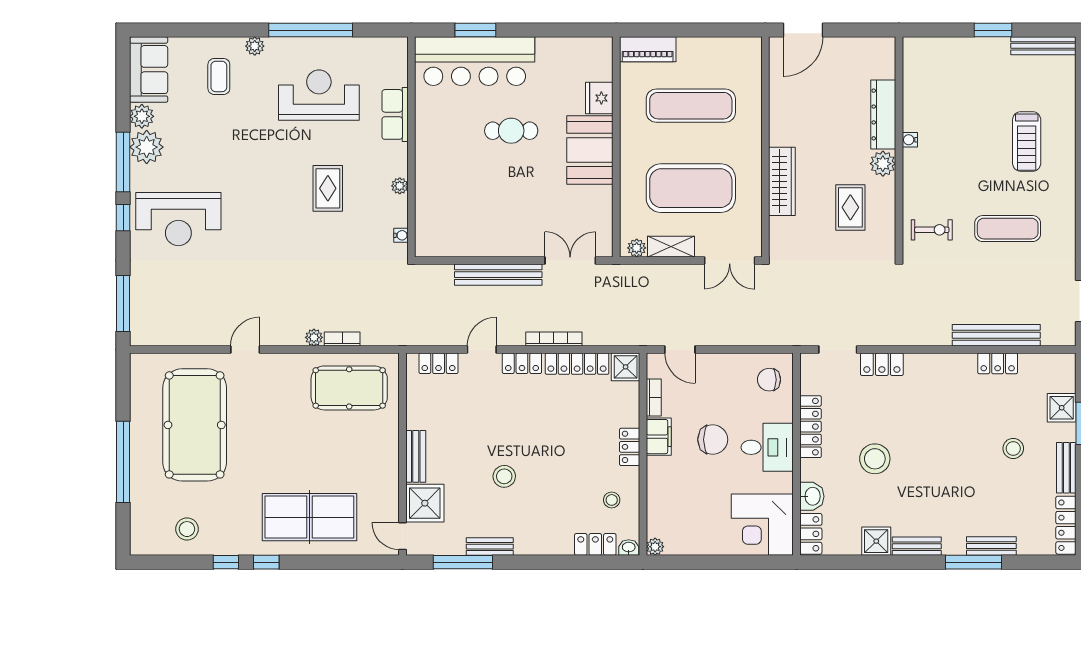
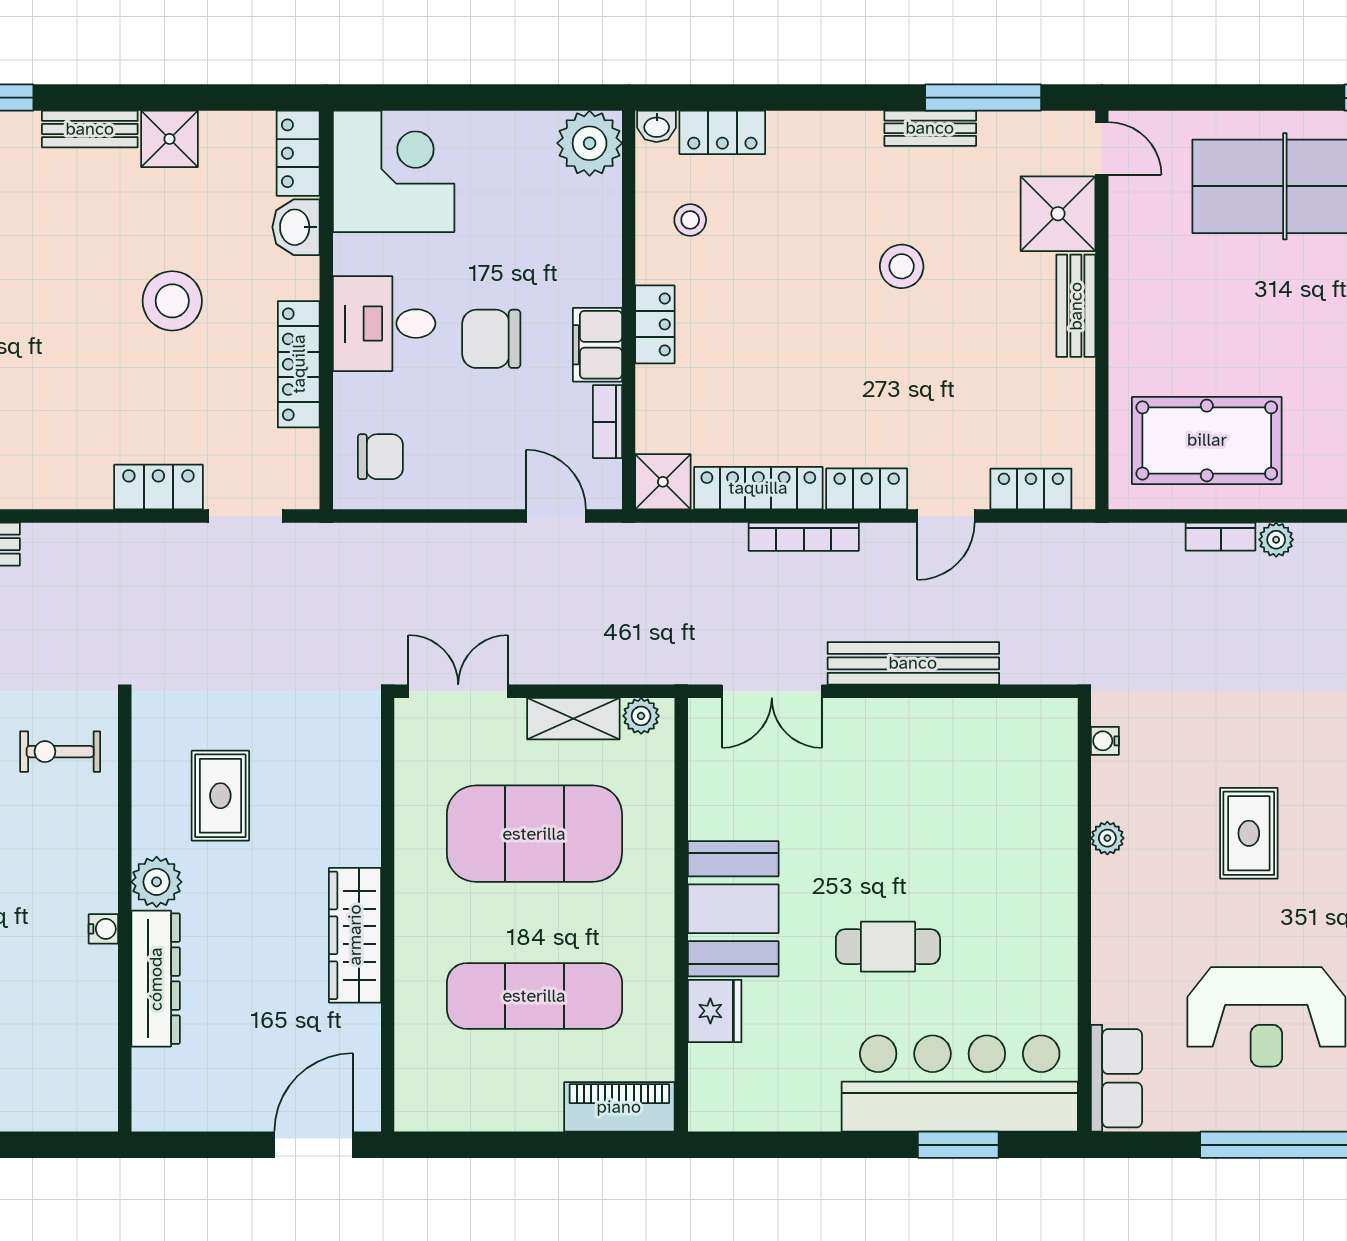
row of seats: (395, 114) -> (1117, 1078), moved
wardrobe: (782, 181) -> (355, 935), moved
plant: (655, 547) -> (590, 143), width x1.87, depth x1.87

